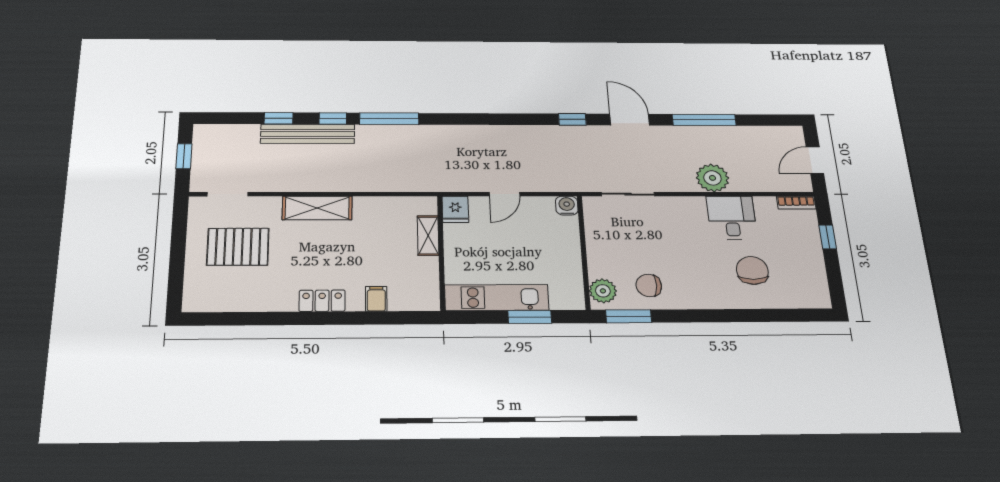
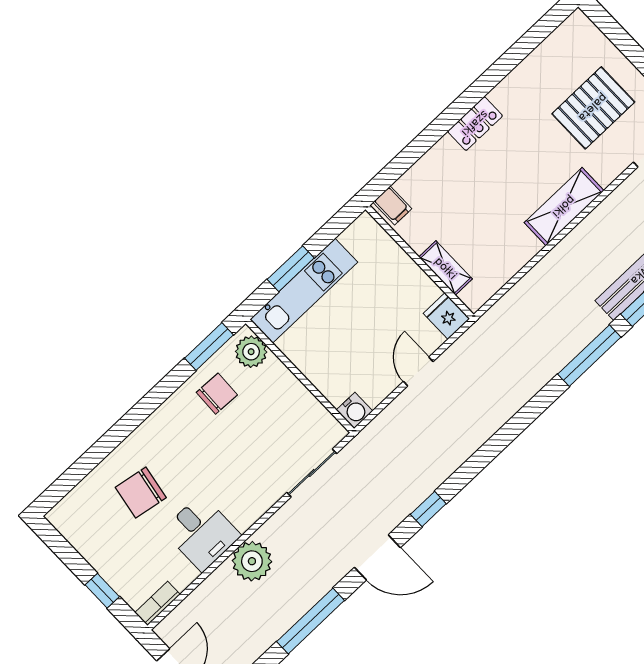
chair: (752, 270) -> (141, 492), turned 100
kitchen unit: (497, 297) -> (304, 291), moved
filing cabinet: (376, 299) -> (392, 205), moved

